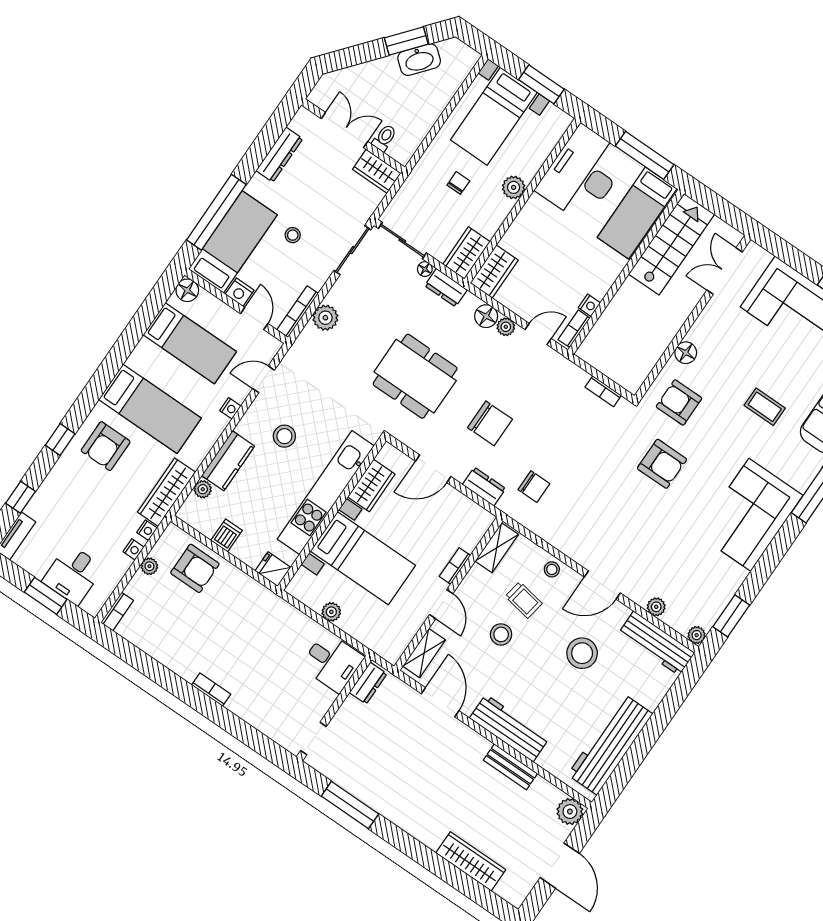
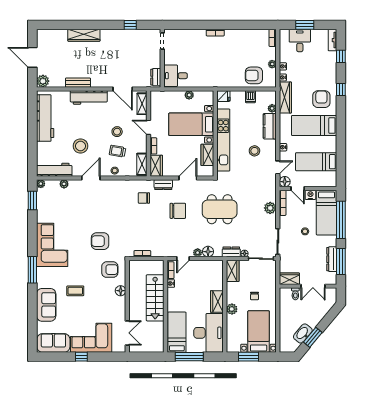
window: (266, 140) -> (341, 262), added
stairs: (672, 244) -> (155, 298), moved
wardrobe: (494, 272) -> (217, 301), moved
floor lamp: (187, 290) -> (285, 182), moved
chair: (490, 423) -> (178, 211), turned 180
wardrobe: (474, 528) -> (156, 166), added
window: (350, 805) -> (130, 25), width x0.46
wardrobe: (471, 861) -> (84, 35), moved

